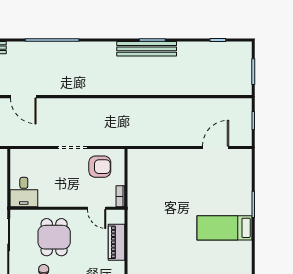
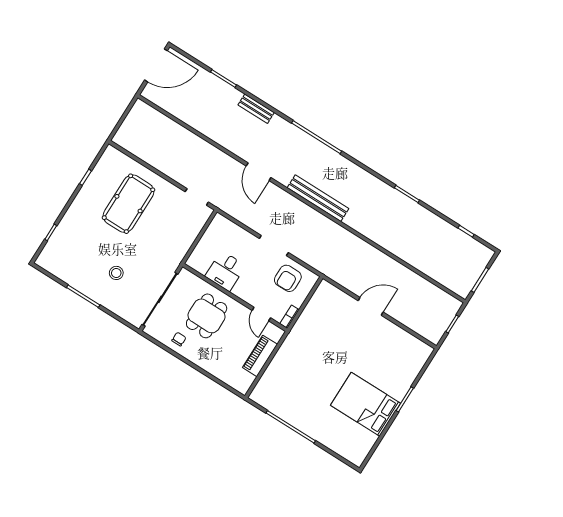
bench: (147, 49) -> (318, 198), moved
door: (216, 147) -> (371, 306), moved
armchair: (100, 167) -> (288, 278), turned 90
desk: (24, 192) -> (225, 271), moved
bed: (224, 228) -> (365, 404), width x1.50

